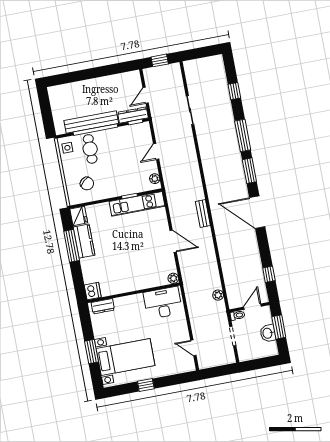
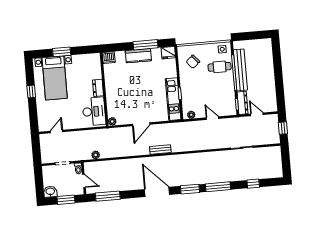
door: (257, 212) -> (157, 192), hinge flipped
kitchen counter: (84, 241) -> (138, 56), moved
window: (269, 274) -> (108, 196), width x2.17
dresser: (103, 306) -> (98, 88), moved
washbasin: (268, 333) -> (50, 192), moved

